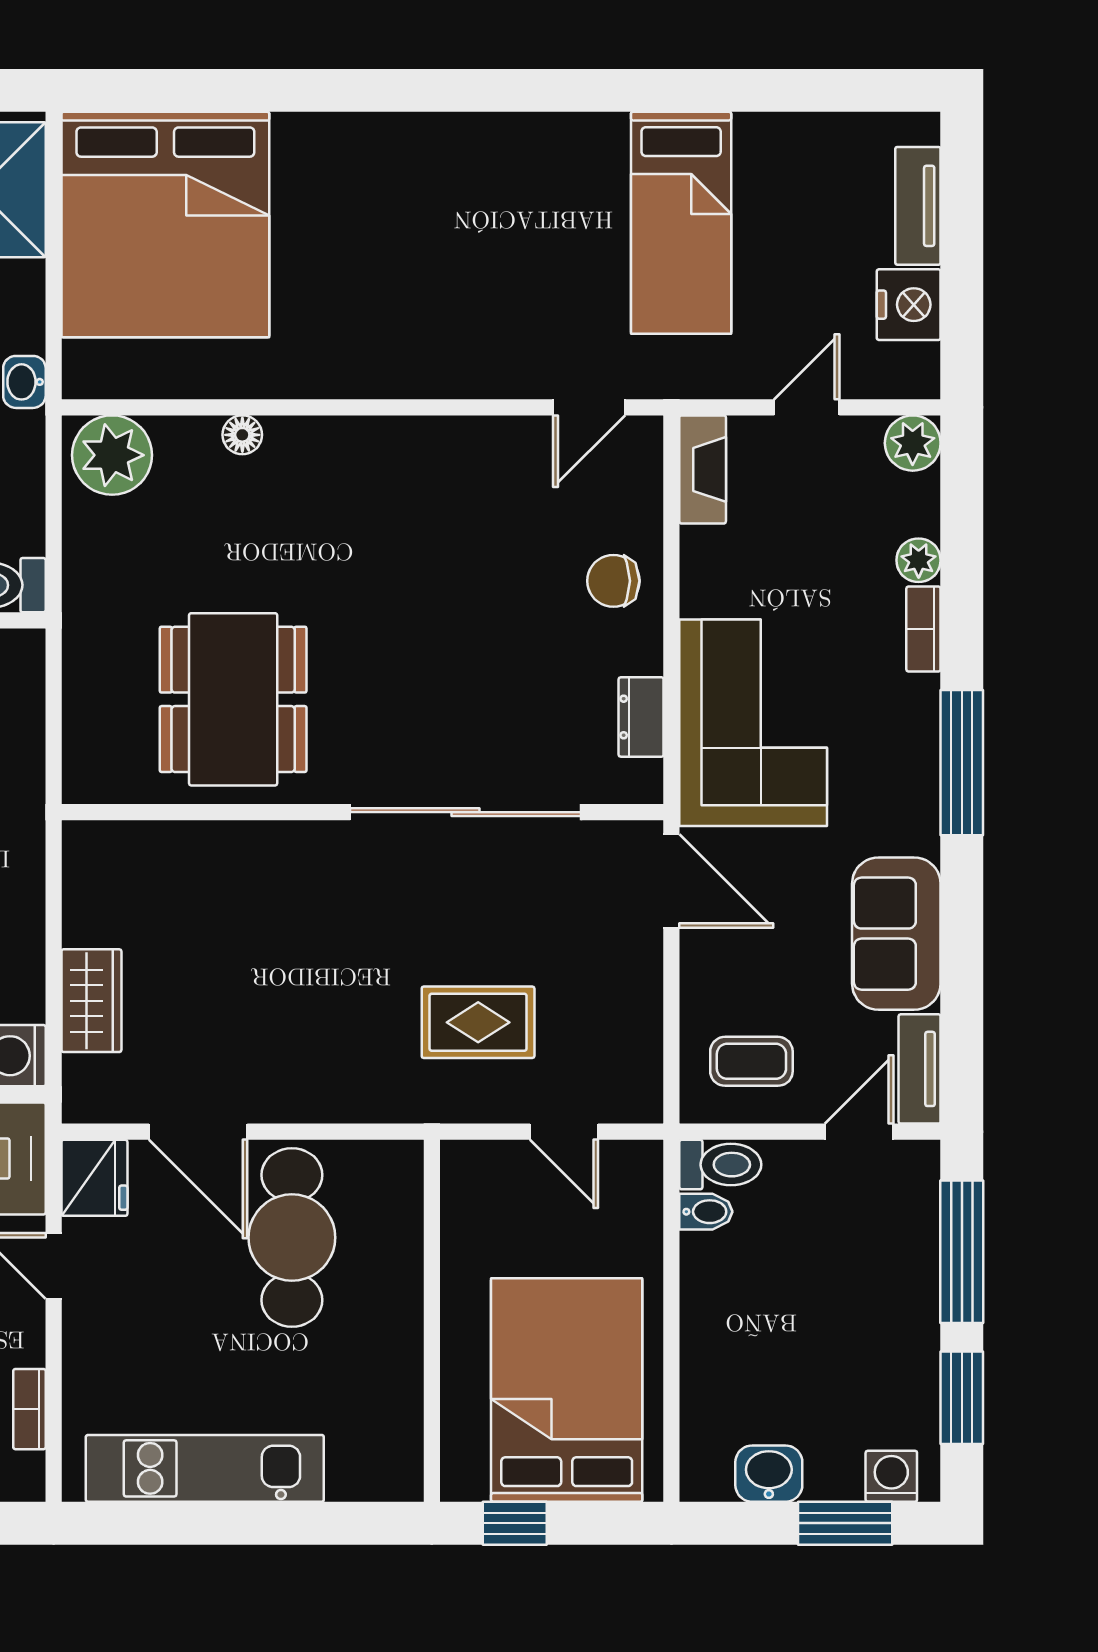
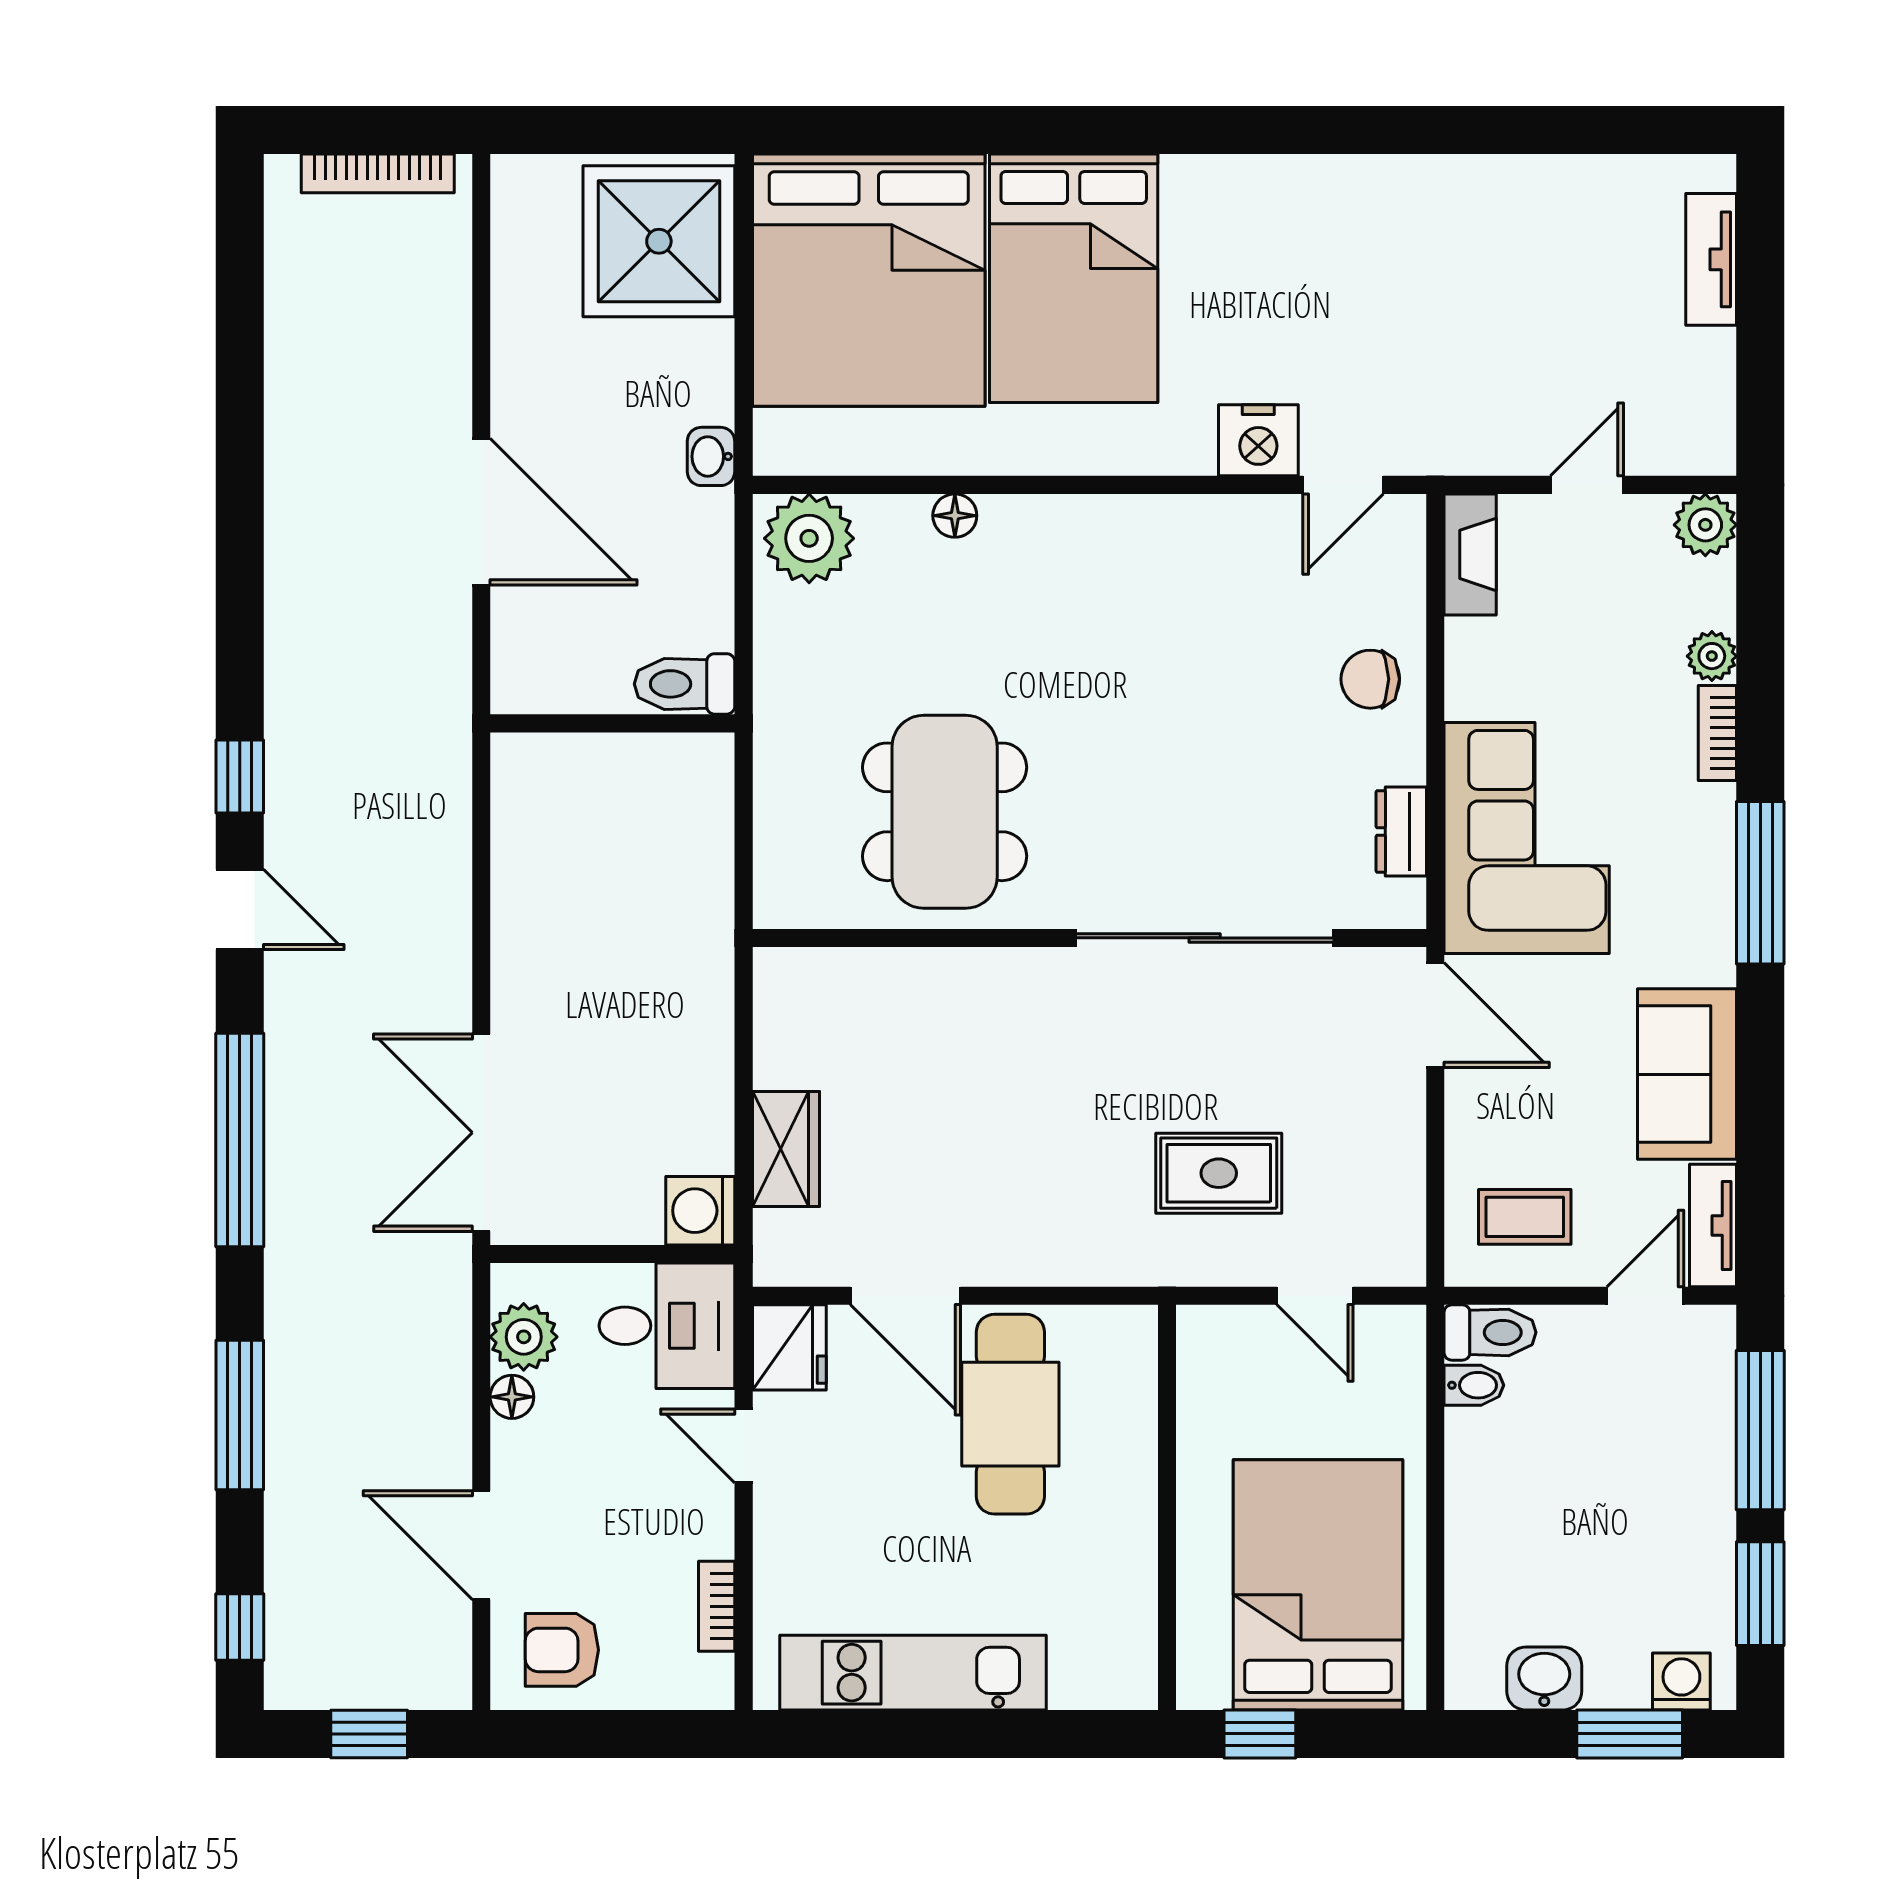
bed: (681, 223) -> (1074, 278), moved, width x1.50
nightstand: (909, 305) -> (1258, 440), moved, turned 90

